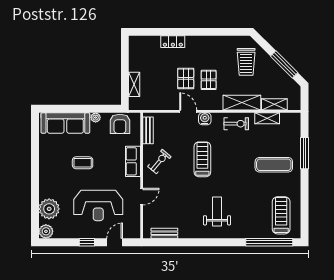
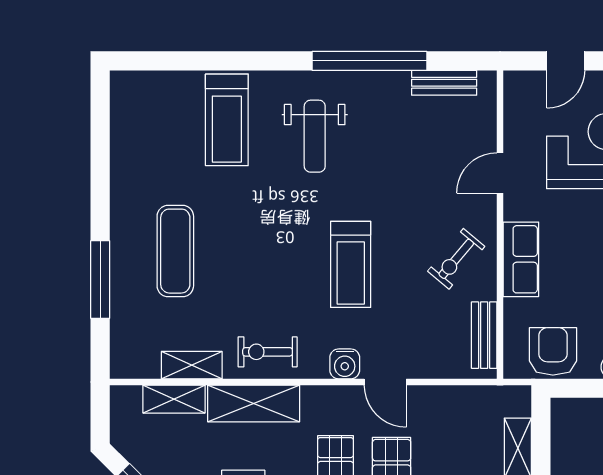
exercise mat: (274, 165) -> (175, 251), turned 90
treadmill: (281, 215) -> (227, 120), moved
window: (269, 242) -> (369, 61), moved

